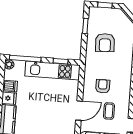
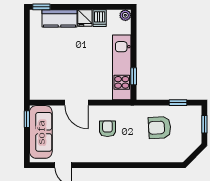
window: (25, 59) -> (134, 34), removed
armchair: (103, 86) -> (107, 129), turned -90
coffee table: (109, 111) -> (78, 138), removed

